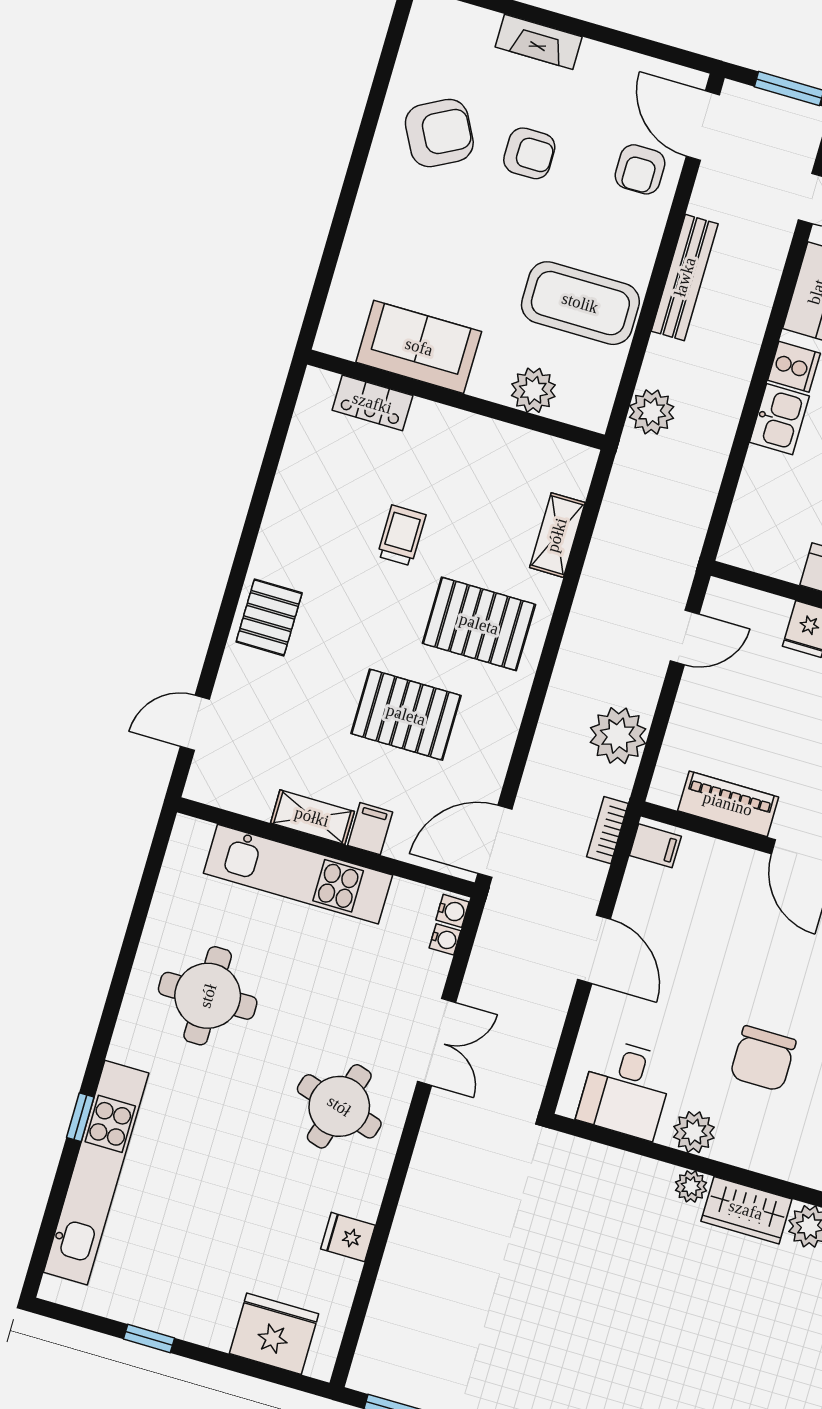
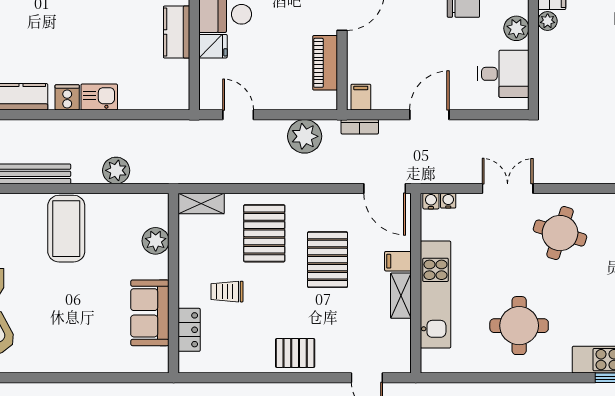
sofa: (419, 347) -> (150, 313), moved
plant: (533, 390) -> (156, 241), moved
wall: (456, 400) -> (174, 283), moved
locker: (372, 403) -> (189, 330), moved

